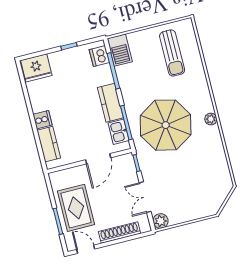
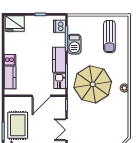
barbecue: (120, 50) -> (74, 44), moved

